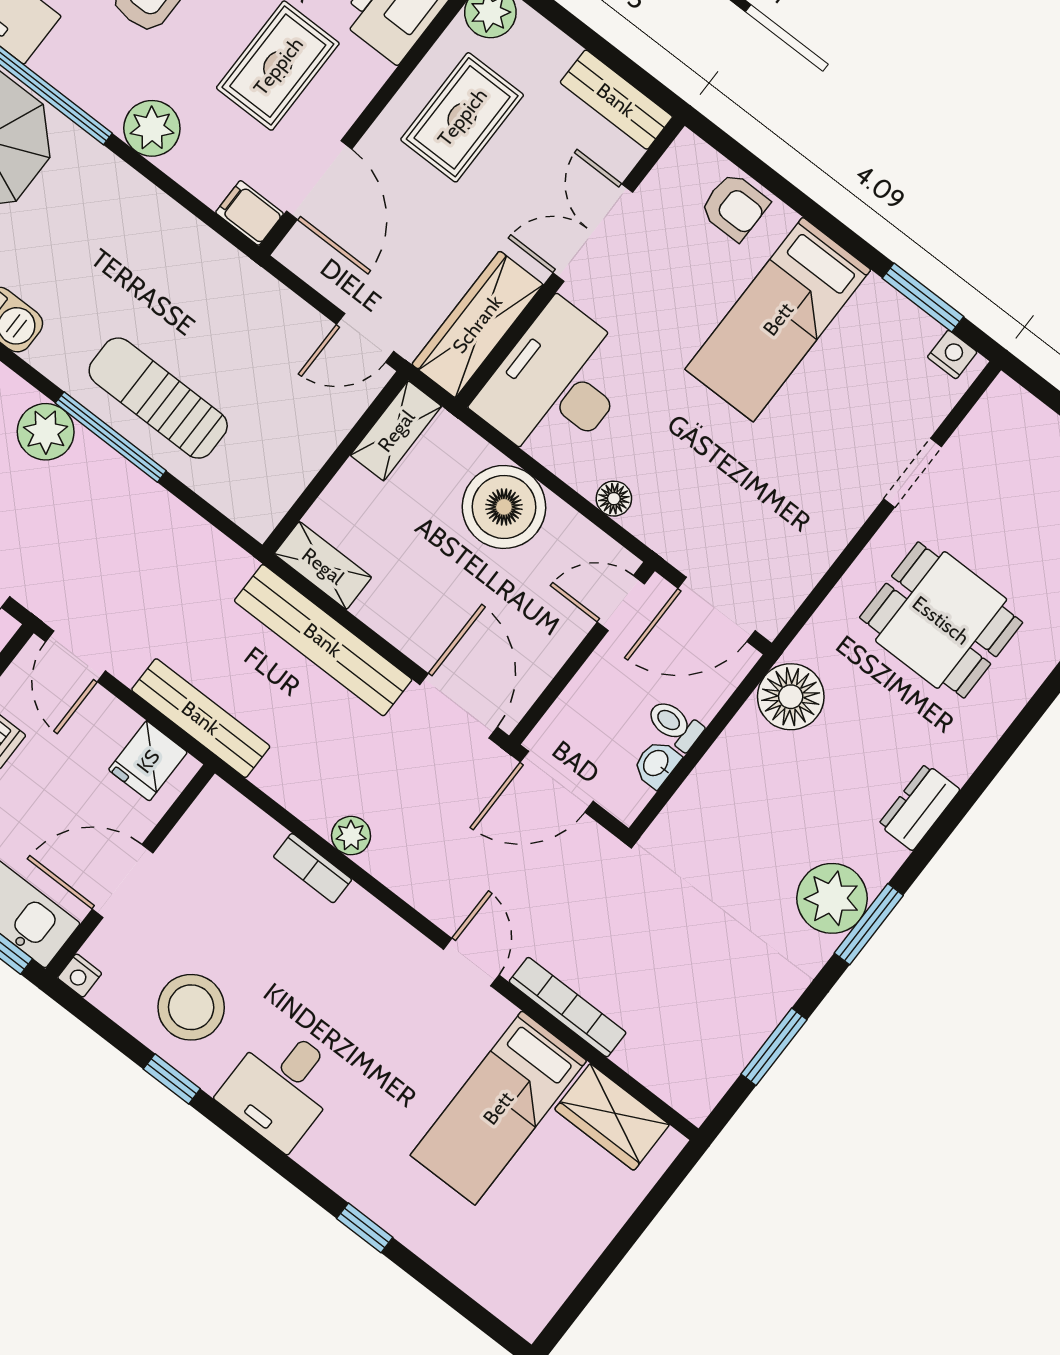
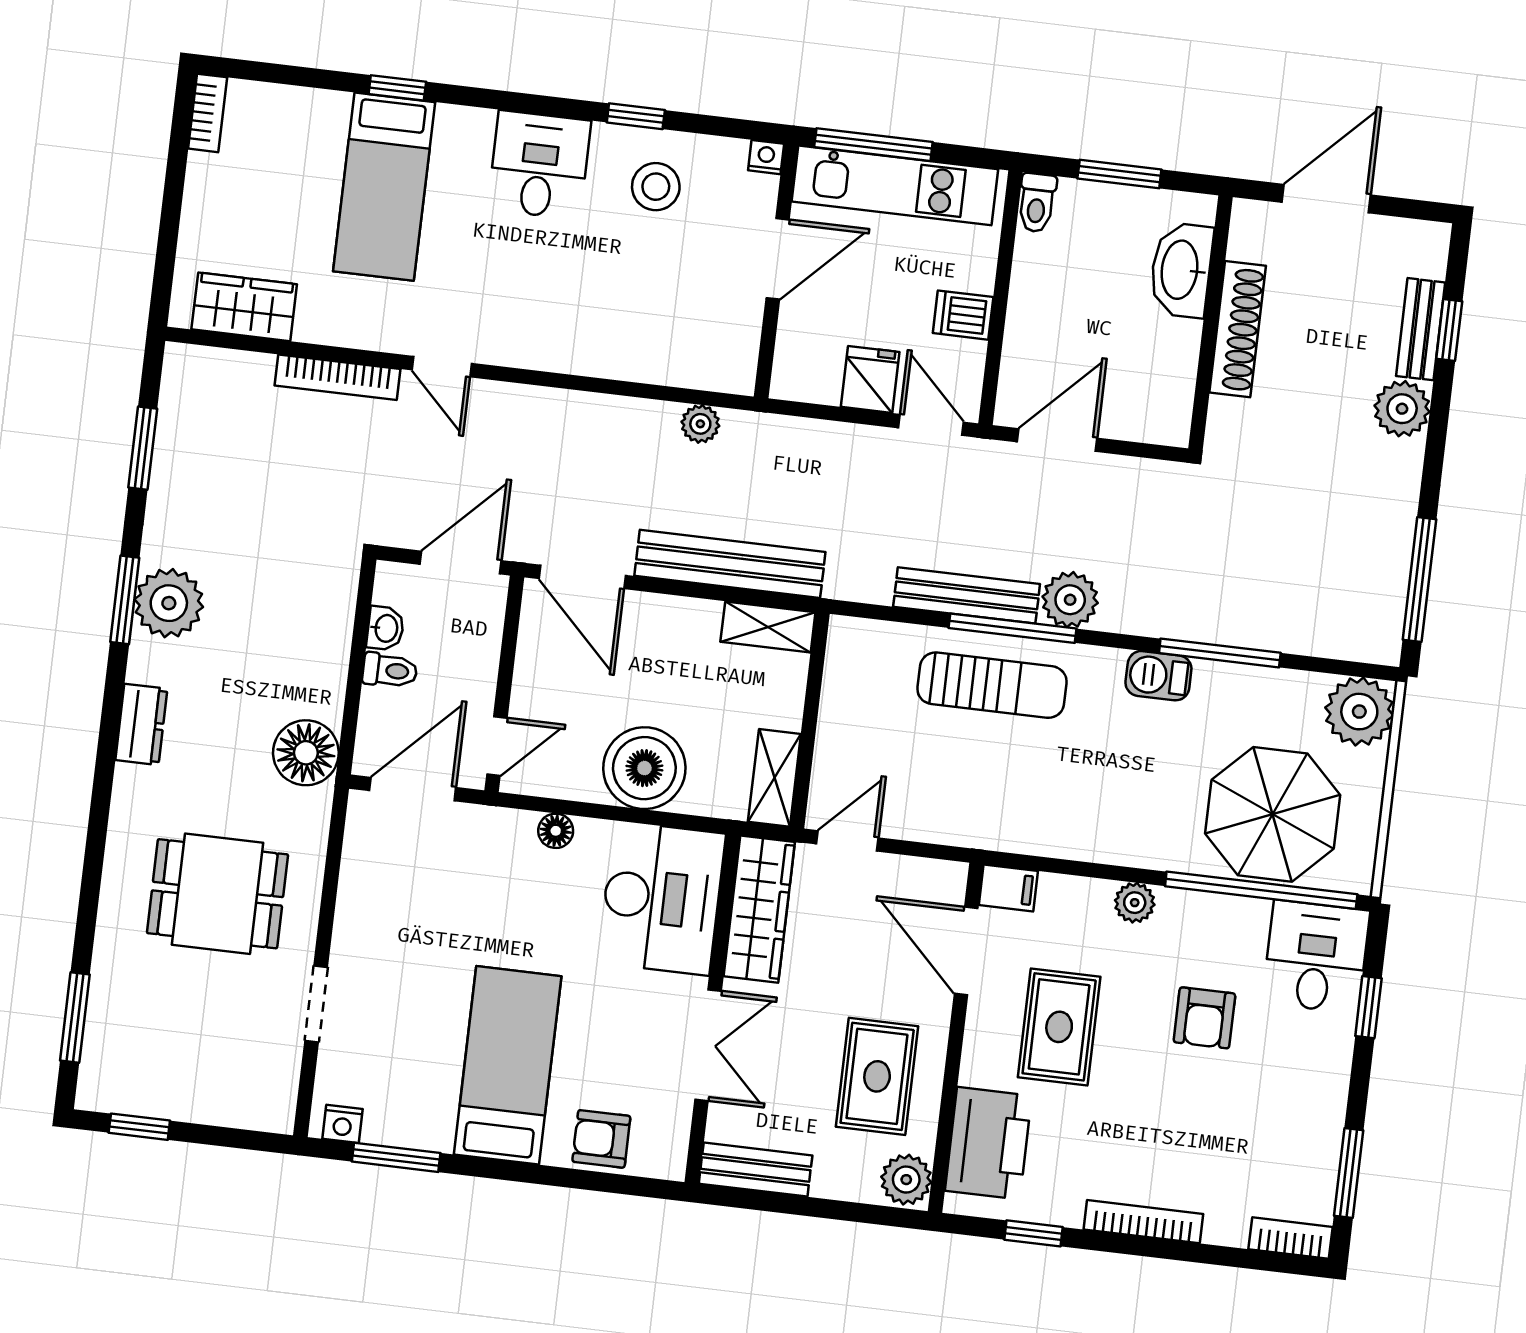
plant: (152, 128) -> (1135, 903), width x0.73, depth x0.73
bench: (201, 718) -> (967, 595), moved
fridge: (148, 761) -> (870, 379), moved
plant: (351, 836) -> (700, 424), moved
bookcase: (313, 868) -> (208, 113), moved, turned 90
stool: (191, 1007) -> (656, 187), width x0.73, depth x0.73
bed: (498, 1108) -> (384, 187), moved, turned 180

